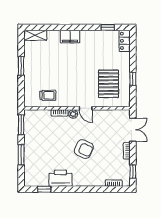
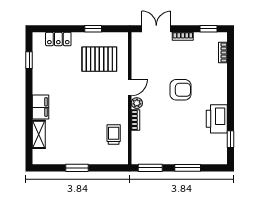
shelving: (35, 35) -> (39, 134), moved
locker: (125, 41) -> (58, 39), moved
armchair: (84, 149) -> (180, 90), turned 66

